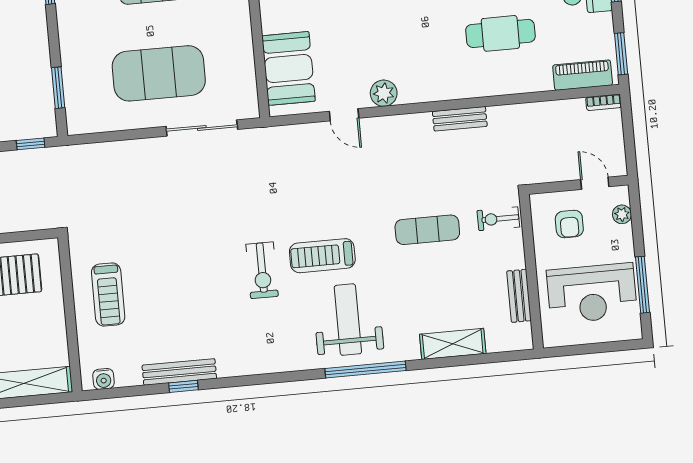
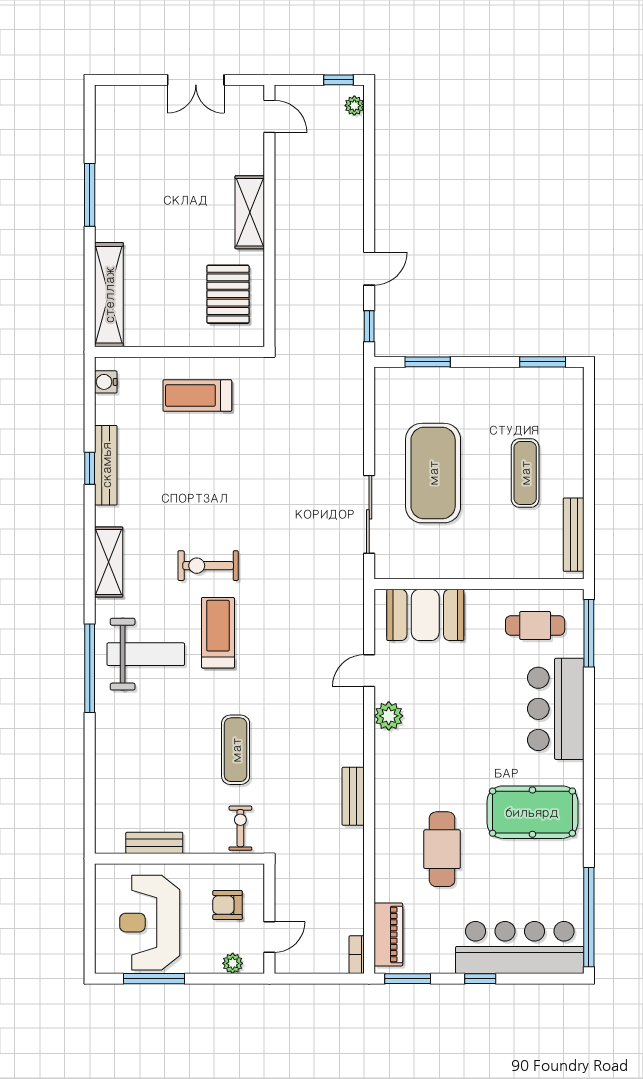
shelving: (453, 344) -> (109, 562), moved

